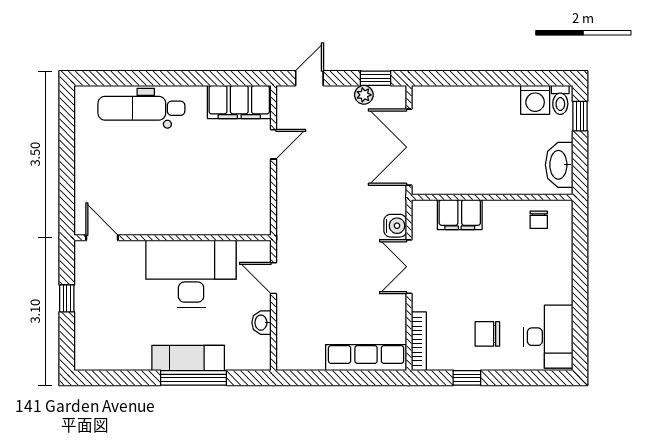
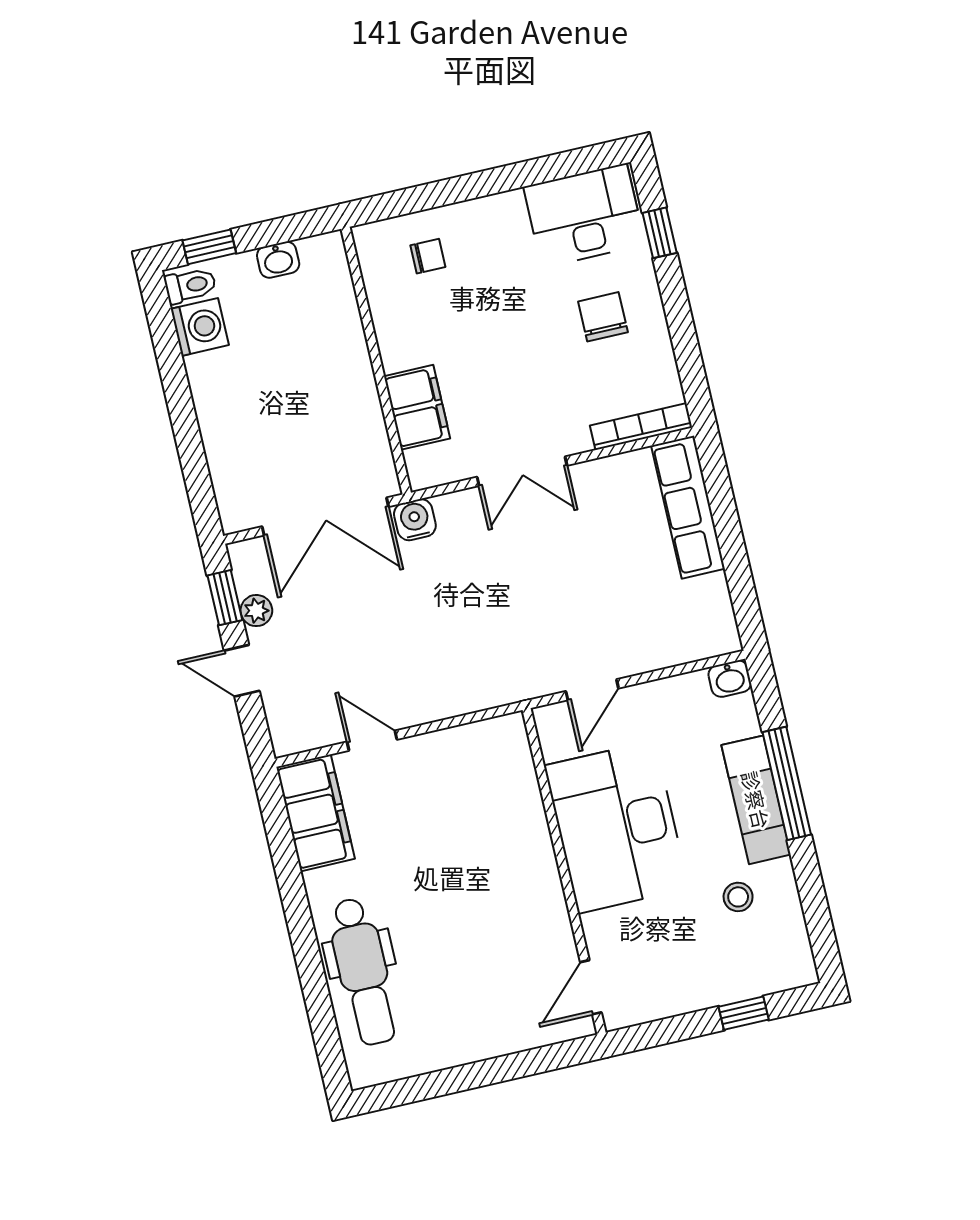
door: (309, 78) -> (242, 671), moved
washbasin: (559, 165) -> (278, 260), width x0.52, depth x0.69
chair: (539, 220) -> (428, 256), moved
water cooler: (395, 226) -> (415, 520), moved
window: (67, 298) -> (744, 1013), moved
washbasin: (261, 323) -> (730, 679), moved
chair: (487, 334) -> (603, 317), turned 180
stool: (134, 335) -> (738, 897), added
window: (467, 378) -> (660, 233), moved

